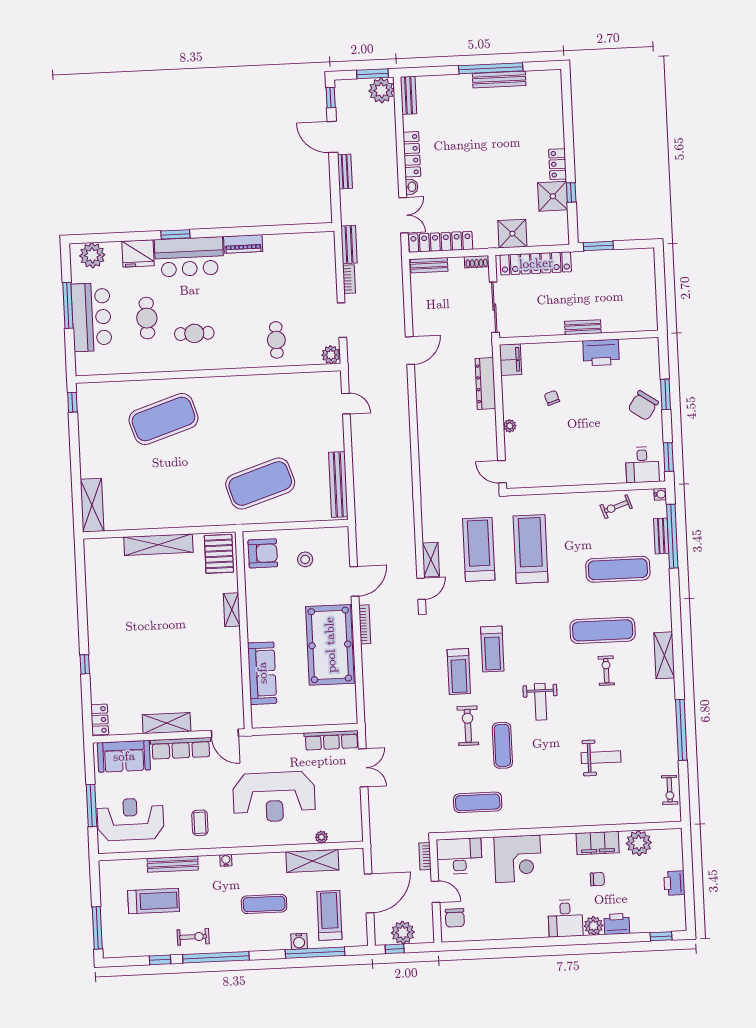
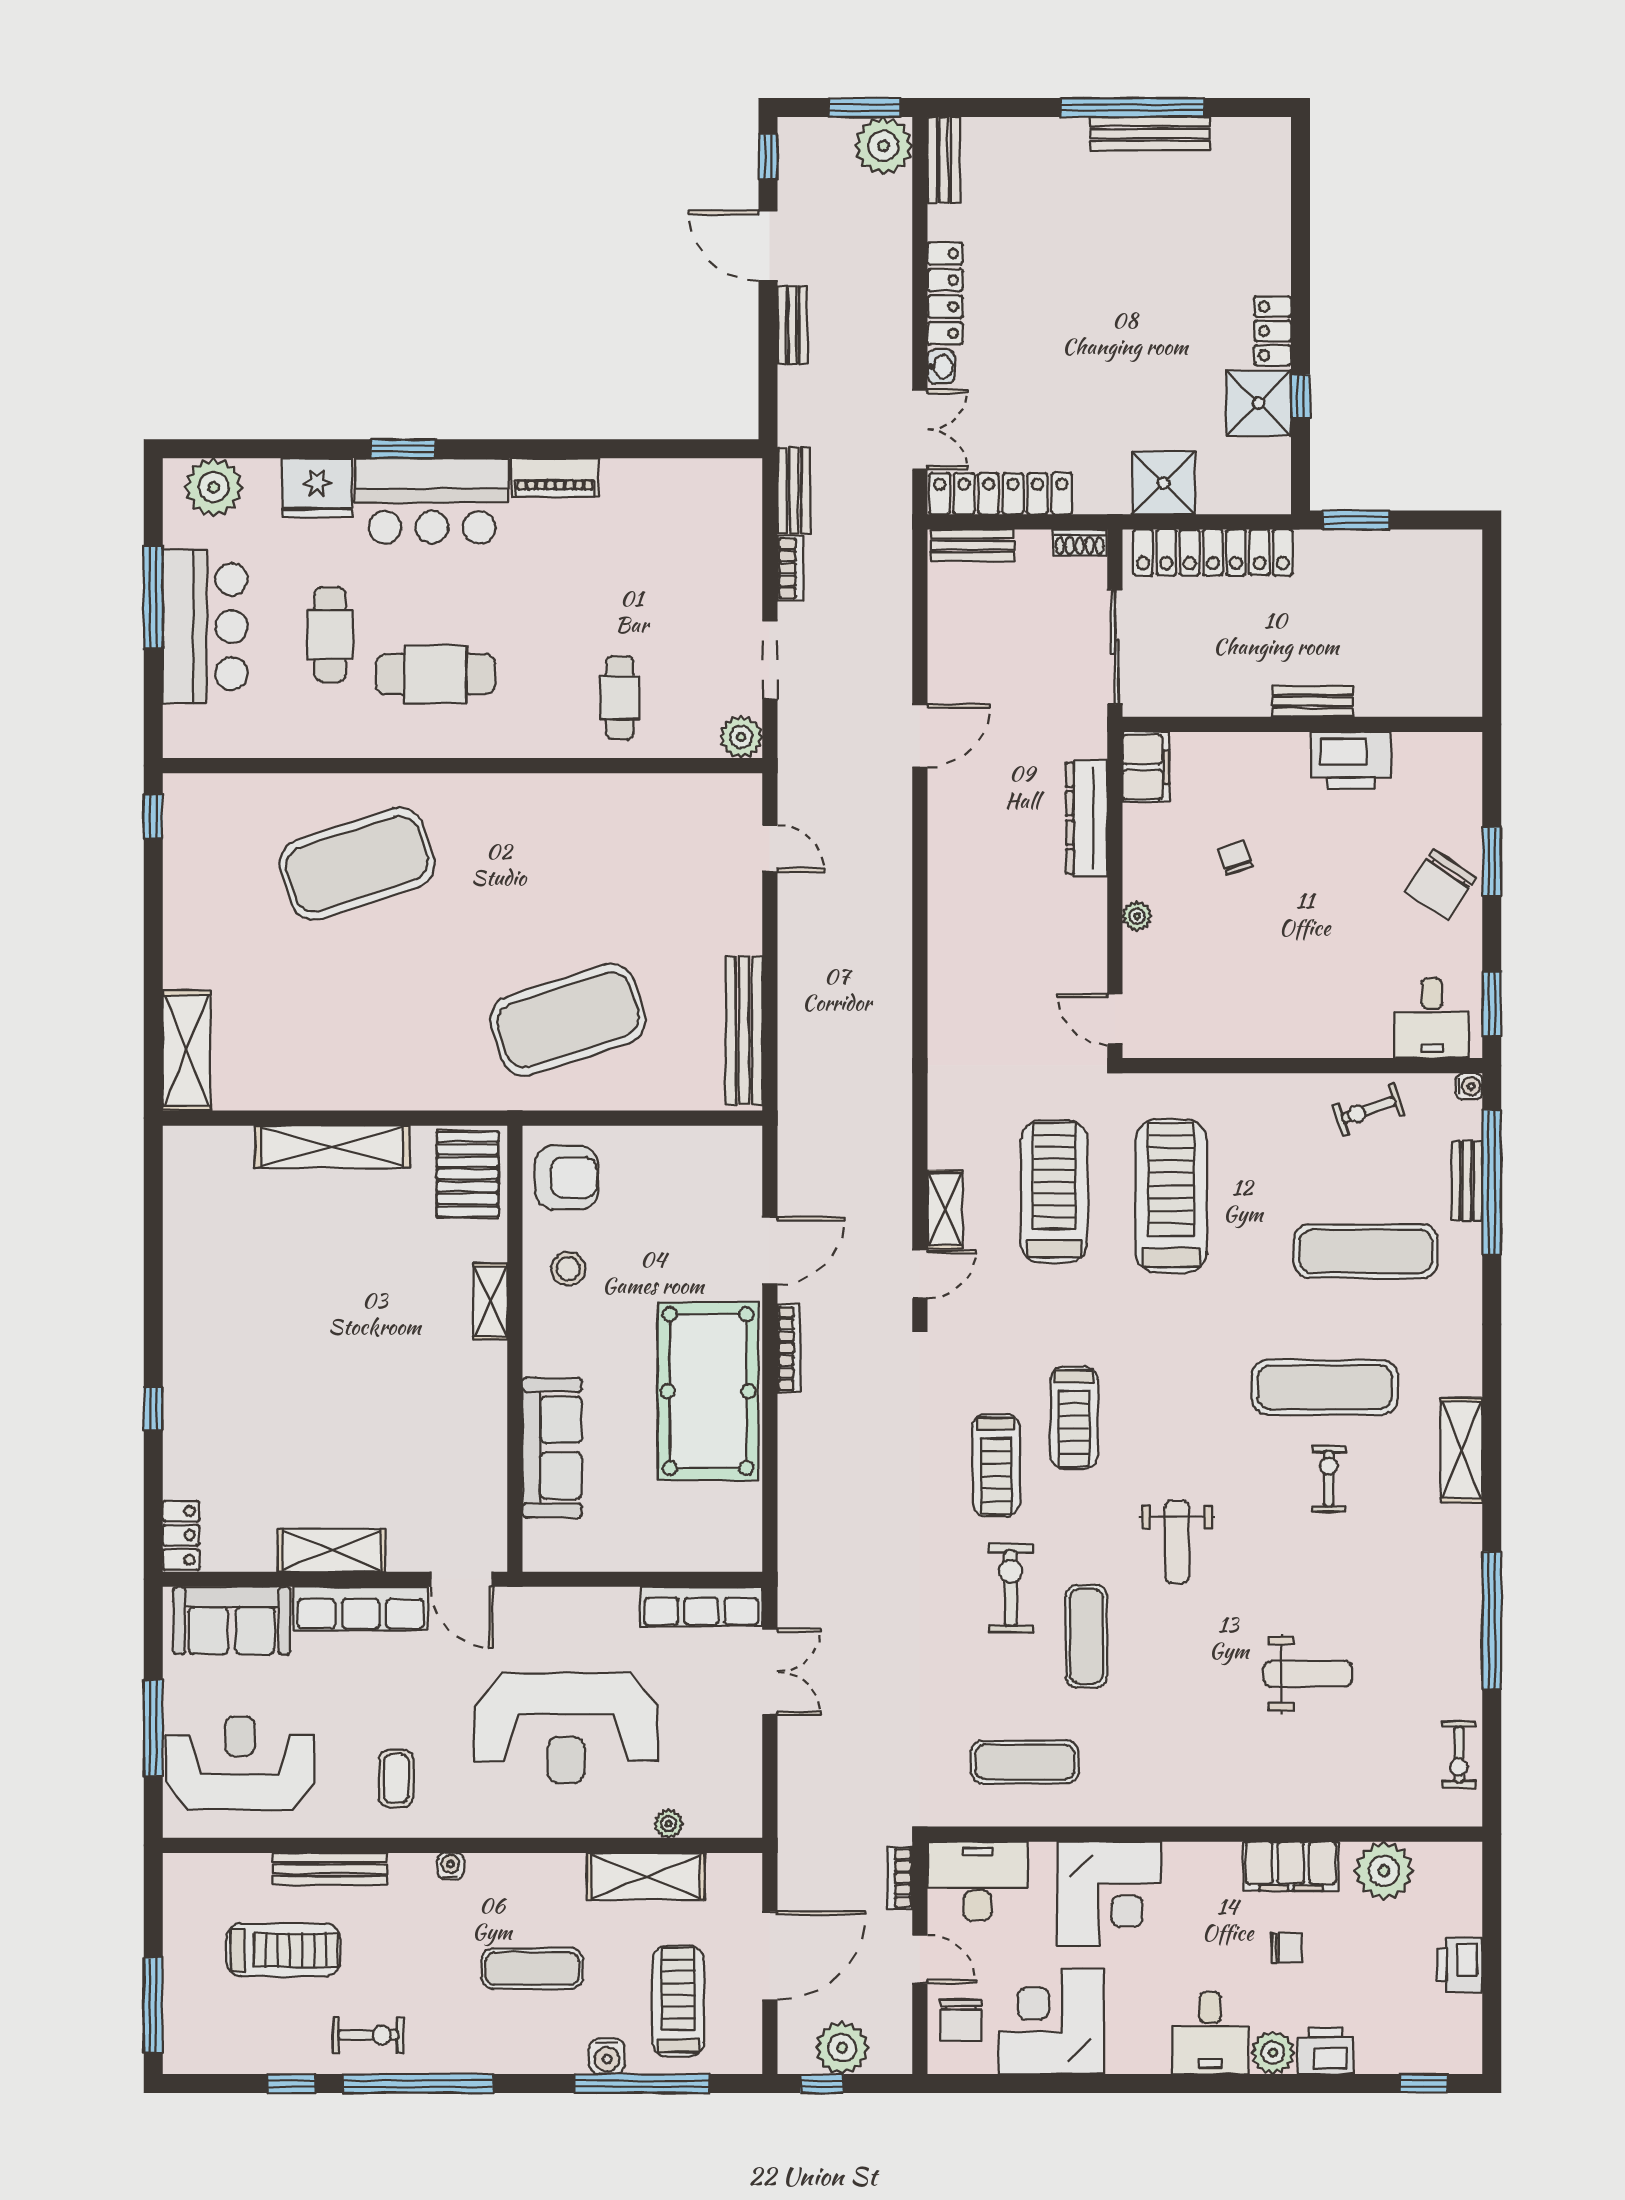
cafe table: (194, 333) -> (435, 674), width x1.37, depth x1.35
stool: (305, 559) -> (568, 1269), moved
corner desk: (495, 917) -> (1051, 2021), added

